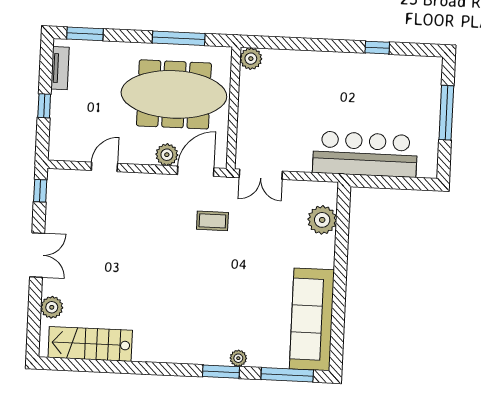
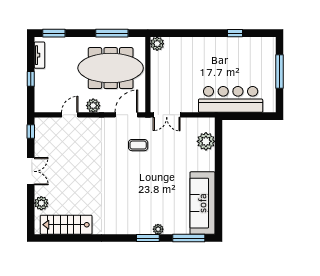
plant: (167, 155) -> (93, 106), moved

